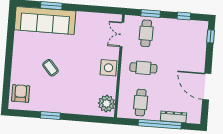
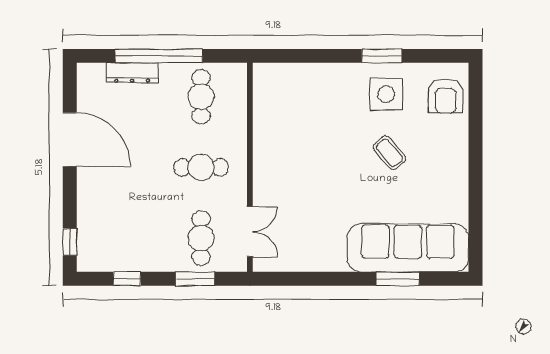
side table: (109, 68) -> (386, 94), moved
plant: (107, 104) -> (270, 89), removed

